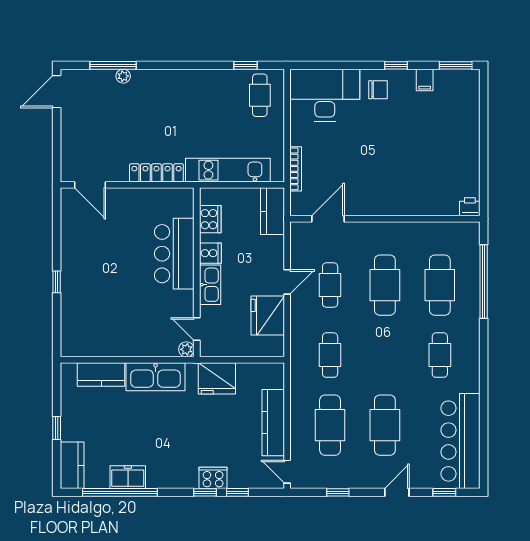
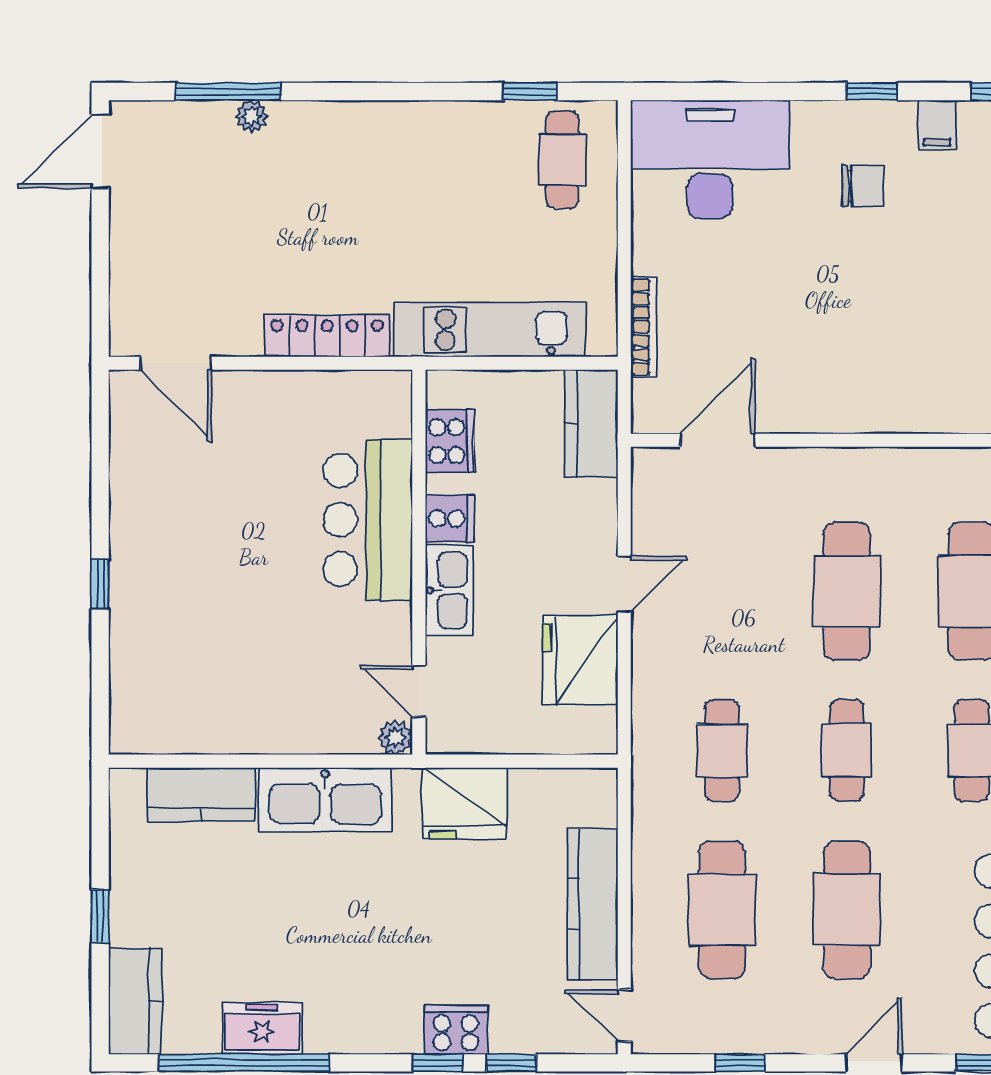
chair: (378, 90) -> (863, 186), moved
cafe table: (330, 285) -> (847, 750), moved

